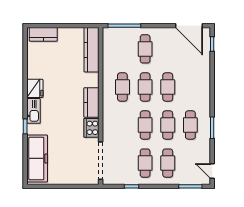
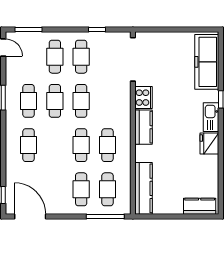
cafe table: (122, 49) -> (108, 189), added
cafe table: (168, 87) -> (29, 145), moved

